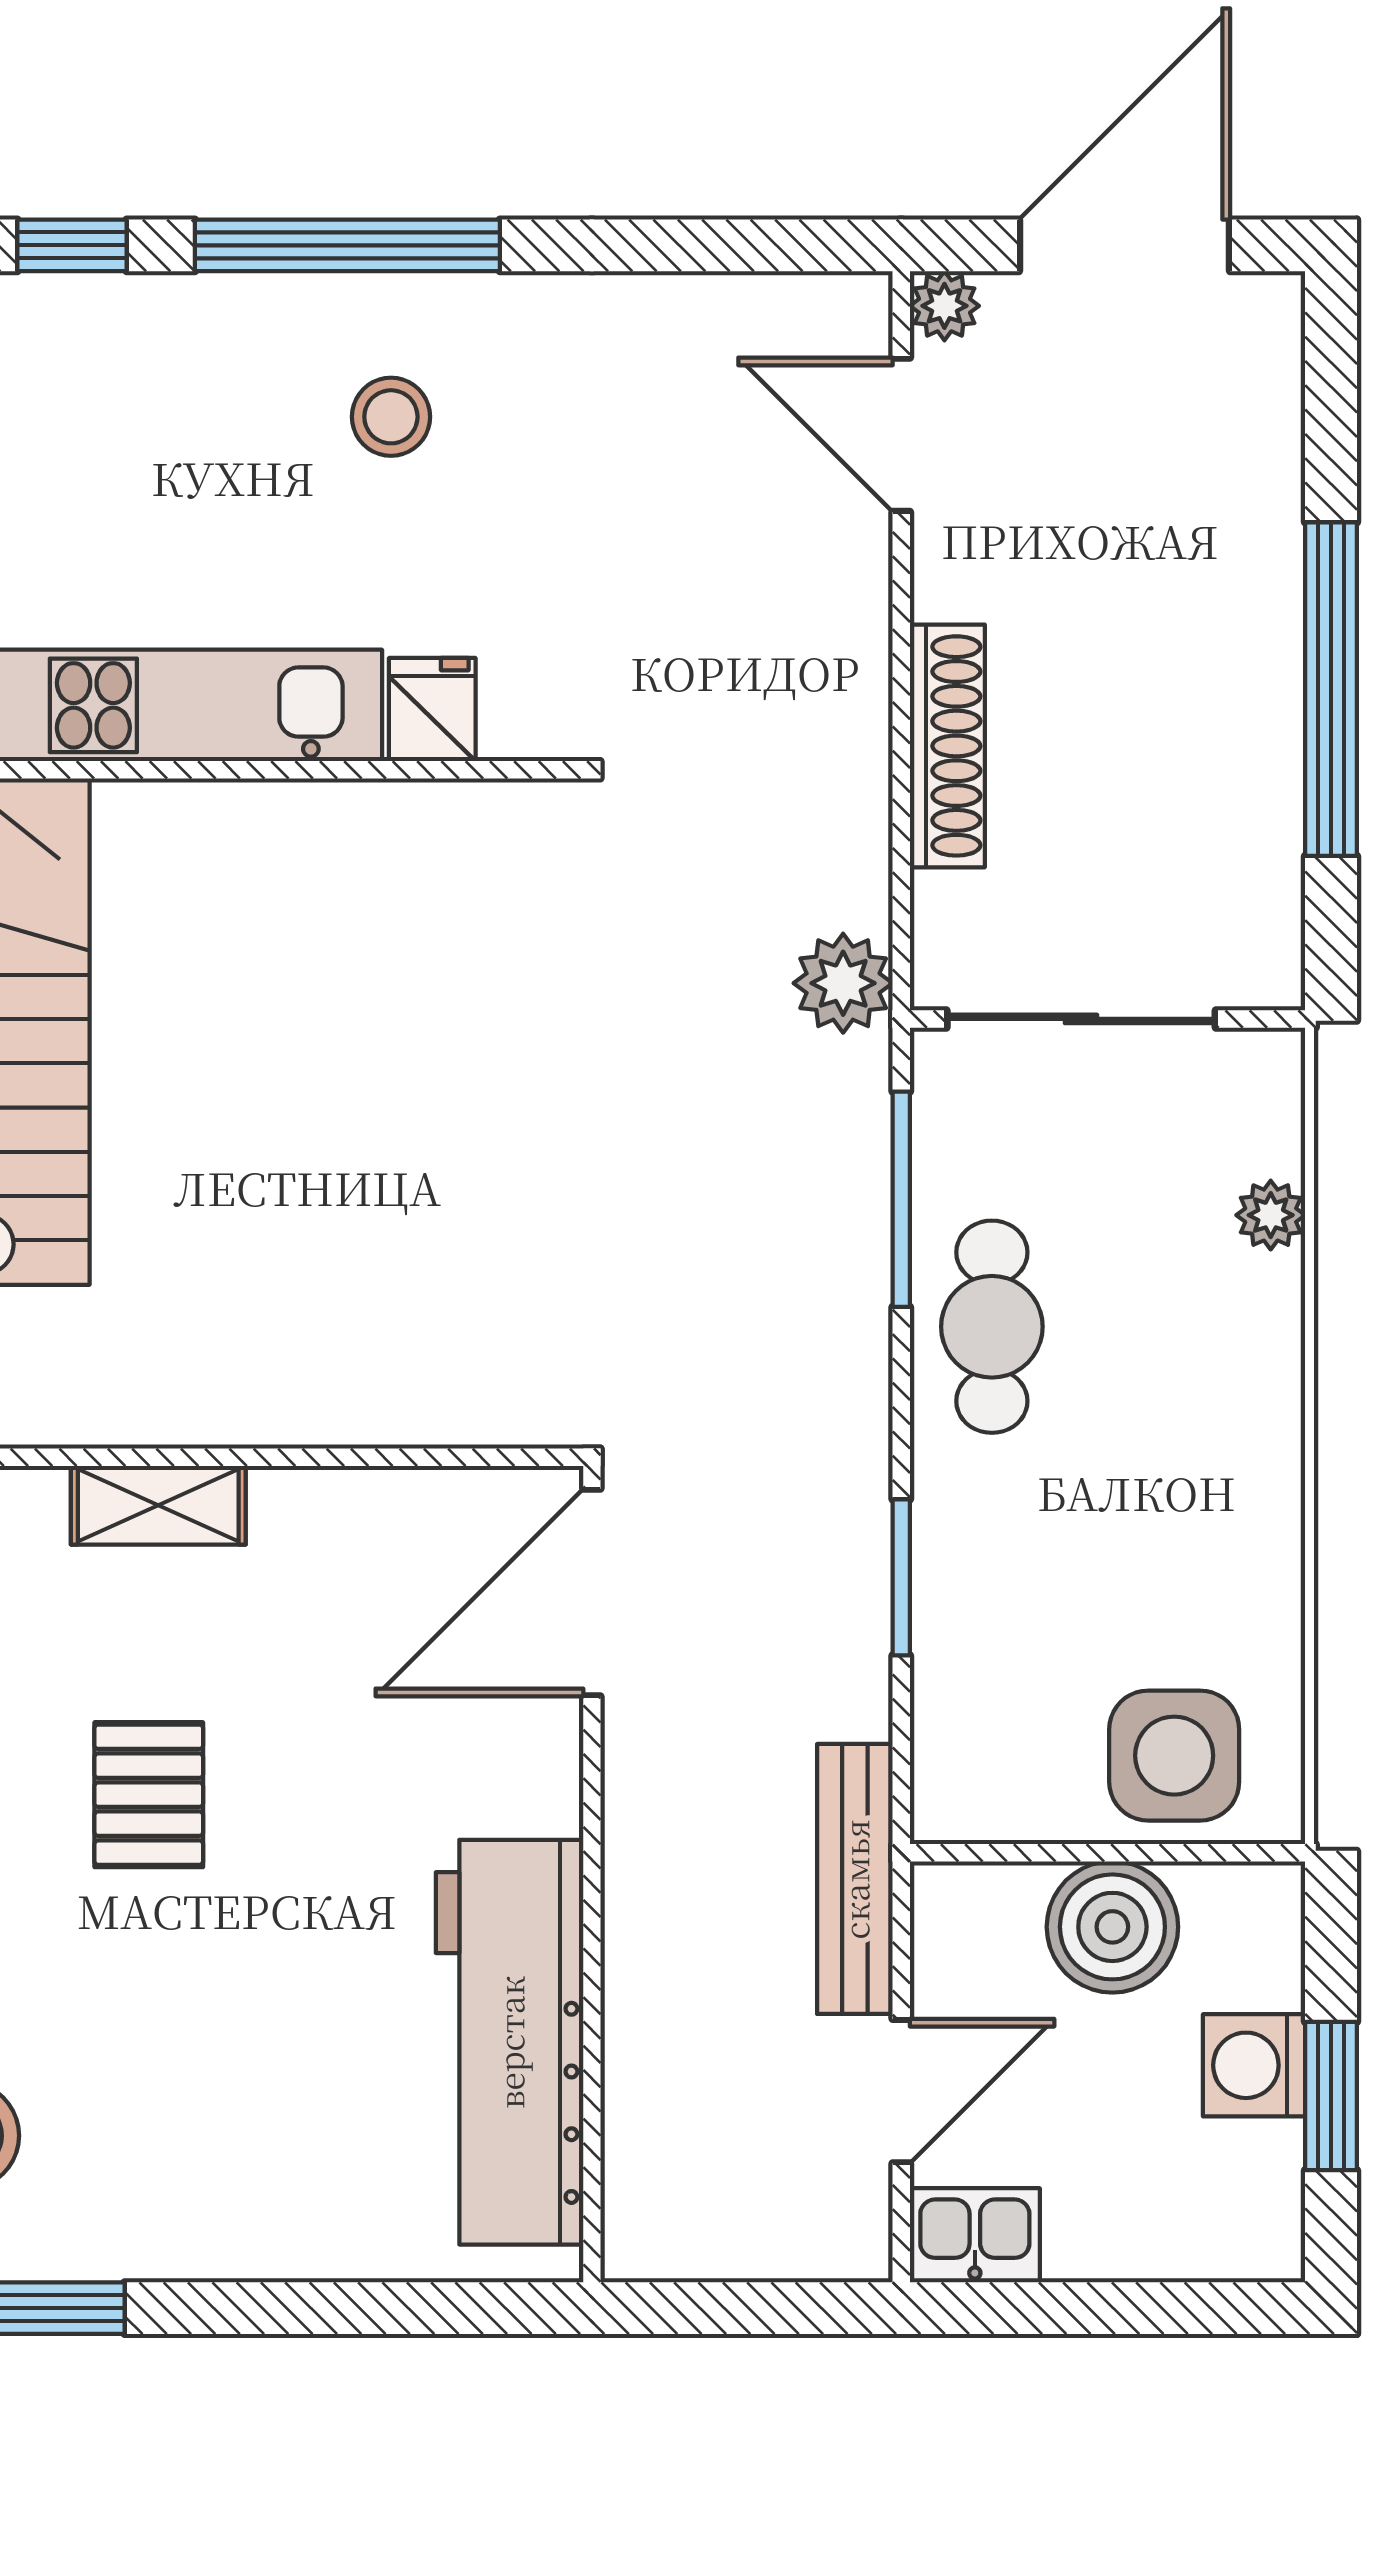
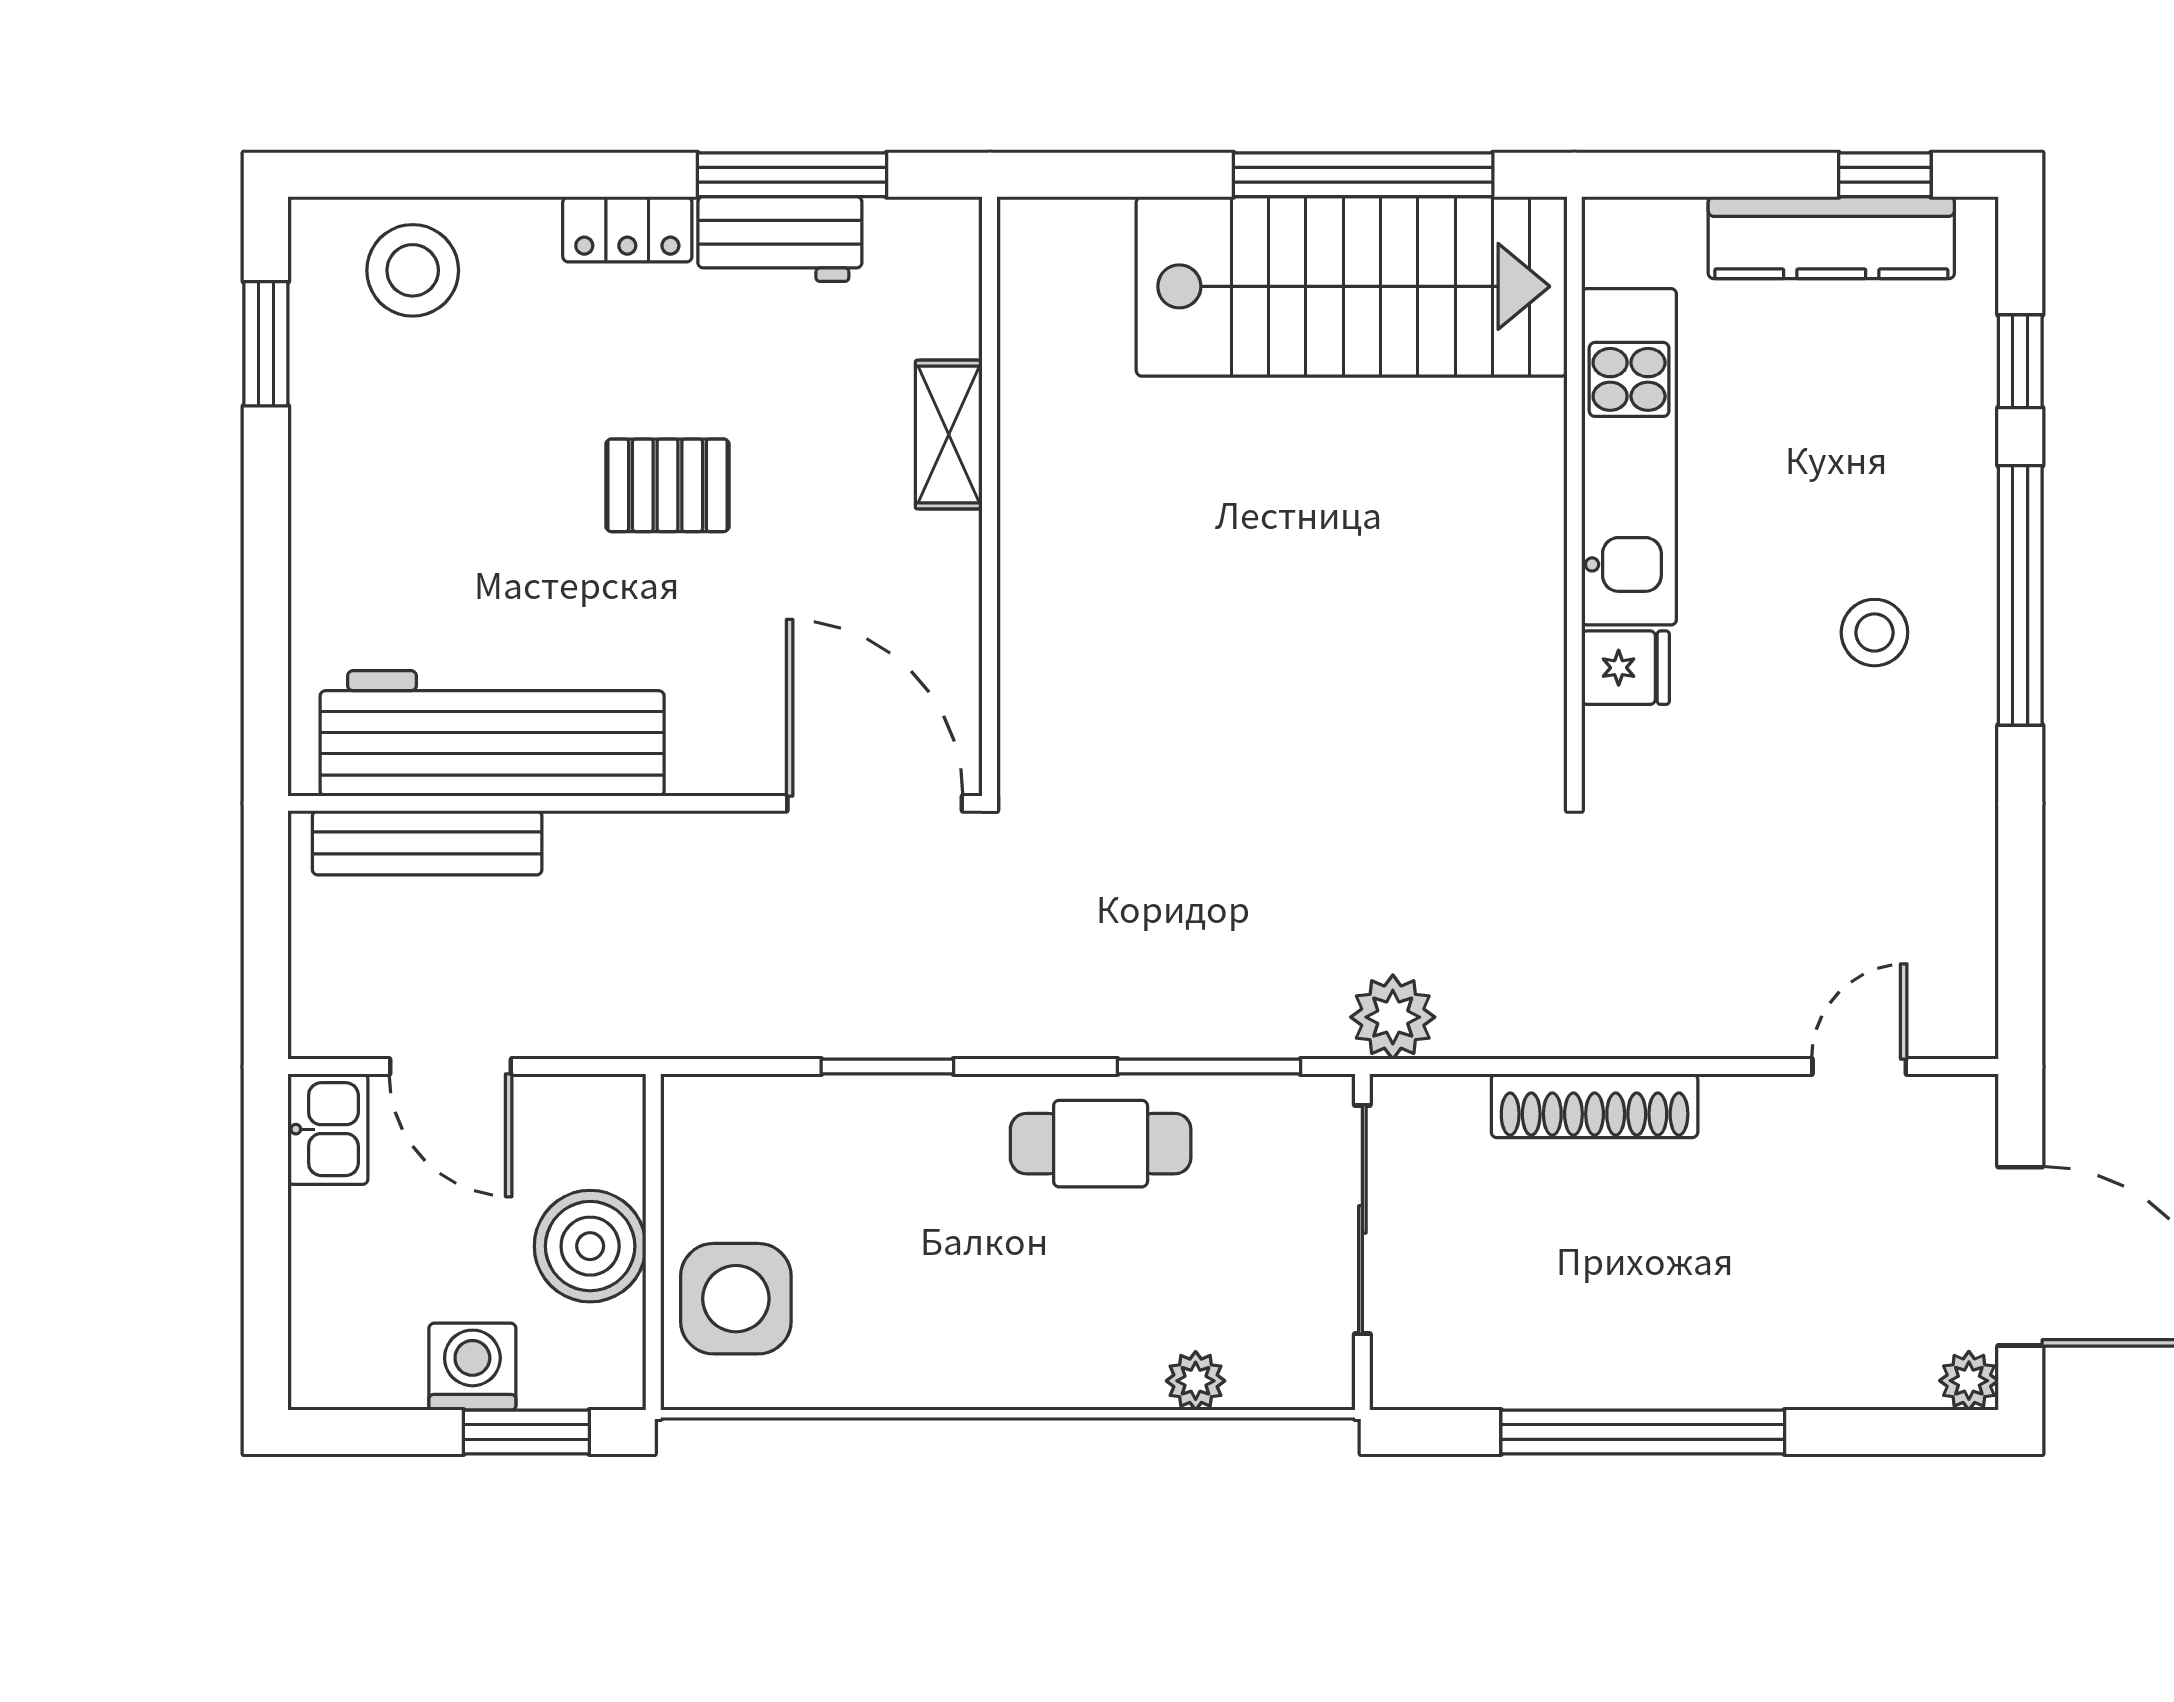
plant: (944, 306) -> (1969, 1381), moved
door: (901, 435) -> (1859, 1067), width x0.73
pallet: (149, 1795) -> (668, 485), moved
bench: (855, 1879) -> (427, 843), moved
window: (1331, 2096) -> (526, 1432), moved

